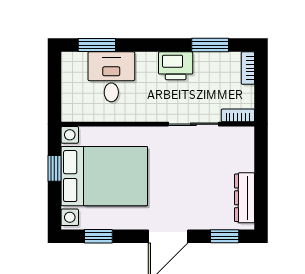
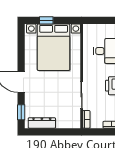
window: (54, 168) -> (46, 20), moved
window: (98, 236) -> (21, 44), removed

